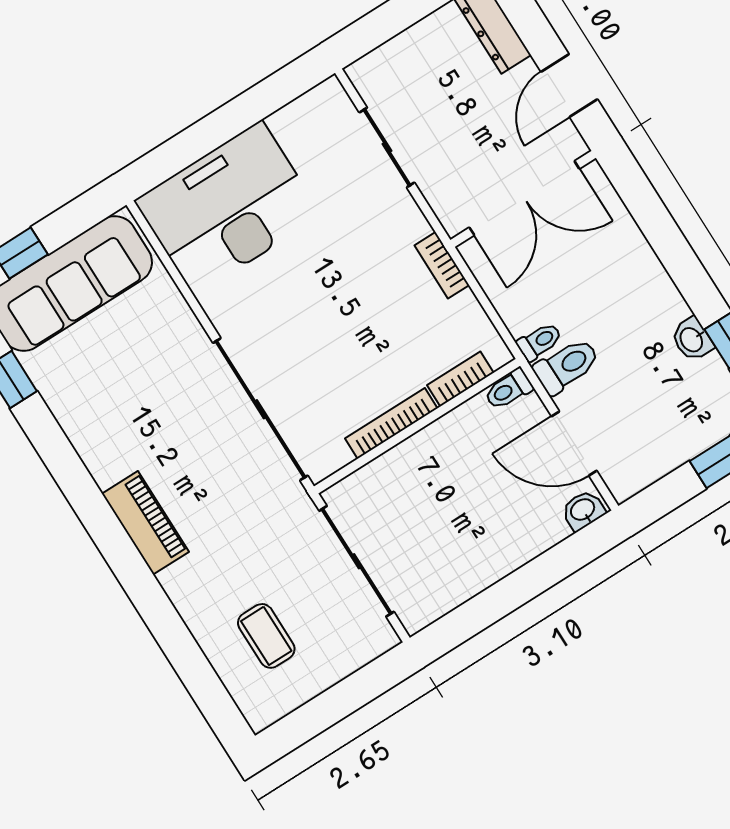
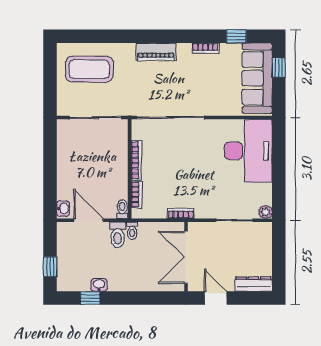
plant: (330, 94) -> (266, 212), added
bookcase: (75, 427) -> (206, 48), added
door: (574, 444) -> (89, 220), hinge flipped
coffee table: (266, 636) -> (89, 69), width x1.86, depth x1.72

